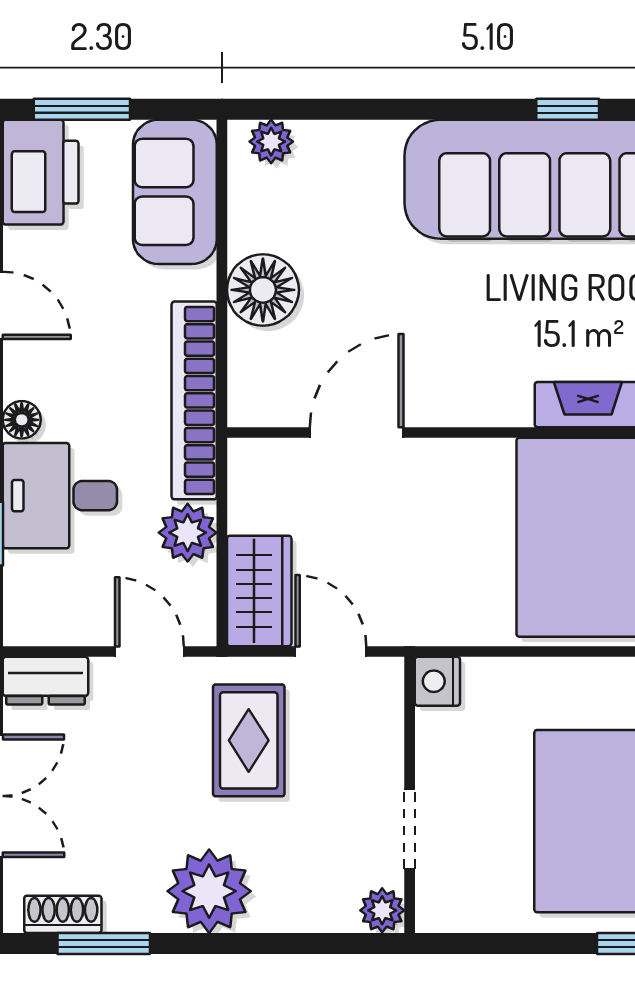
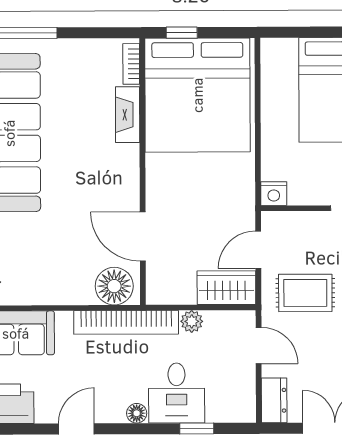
floor lamp: (263, 290) -> (114, 286), moved
plant: (188, 533) -> (192, 321), width x0.73, depth x0.73
door: (149, 651) -> (259, 346), swing flipped

